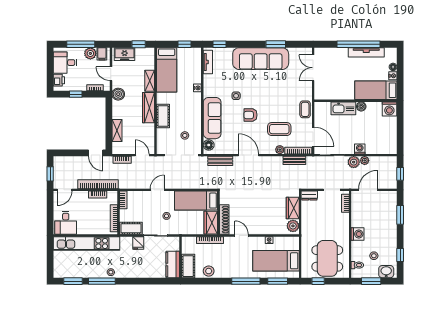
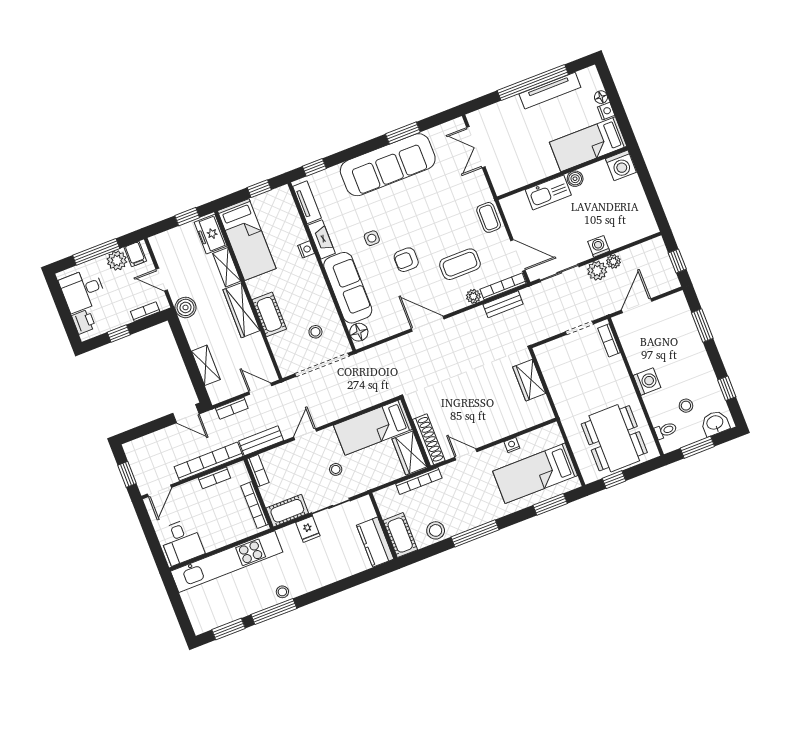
freezer: (125, 54) -> (211, 234), moved, turned 90
fireplace: (208, 86) -> (321, 239), added
bench: (220, 161) -> (261, 441), moved
dresser: (309, 196) -> (548, 350), removed
plant: (293, 226) -> (541, 408), removed
window: (246, 281) -> (475, 533), moved

